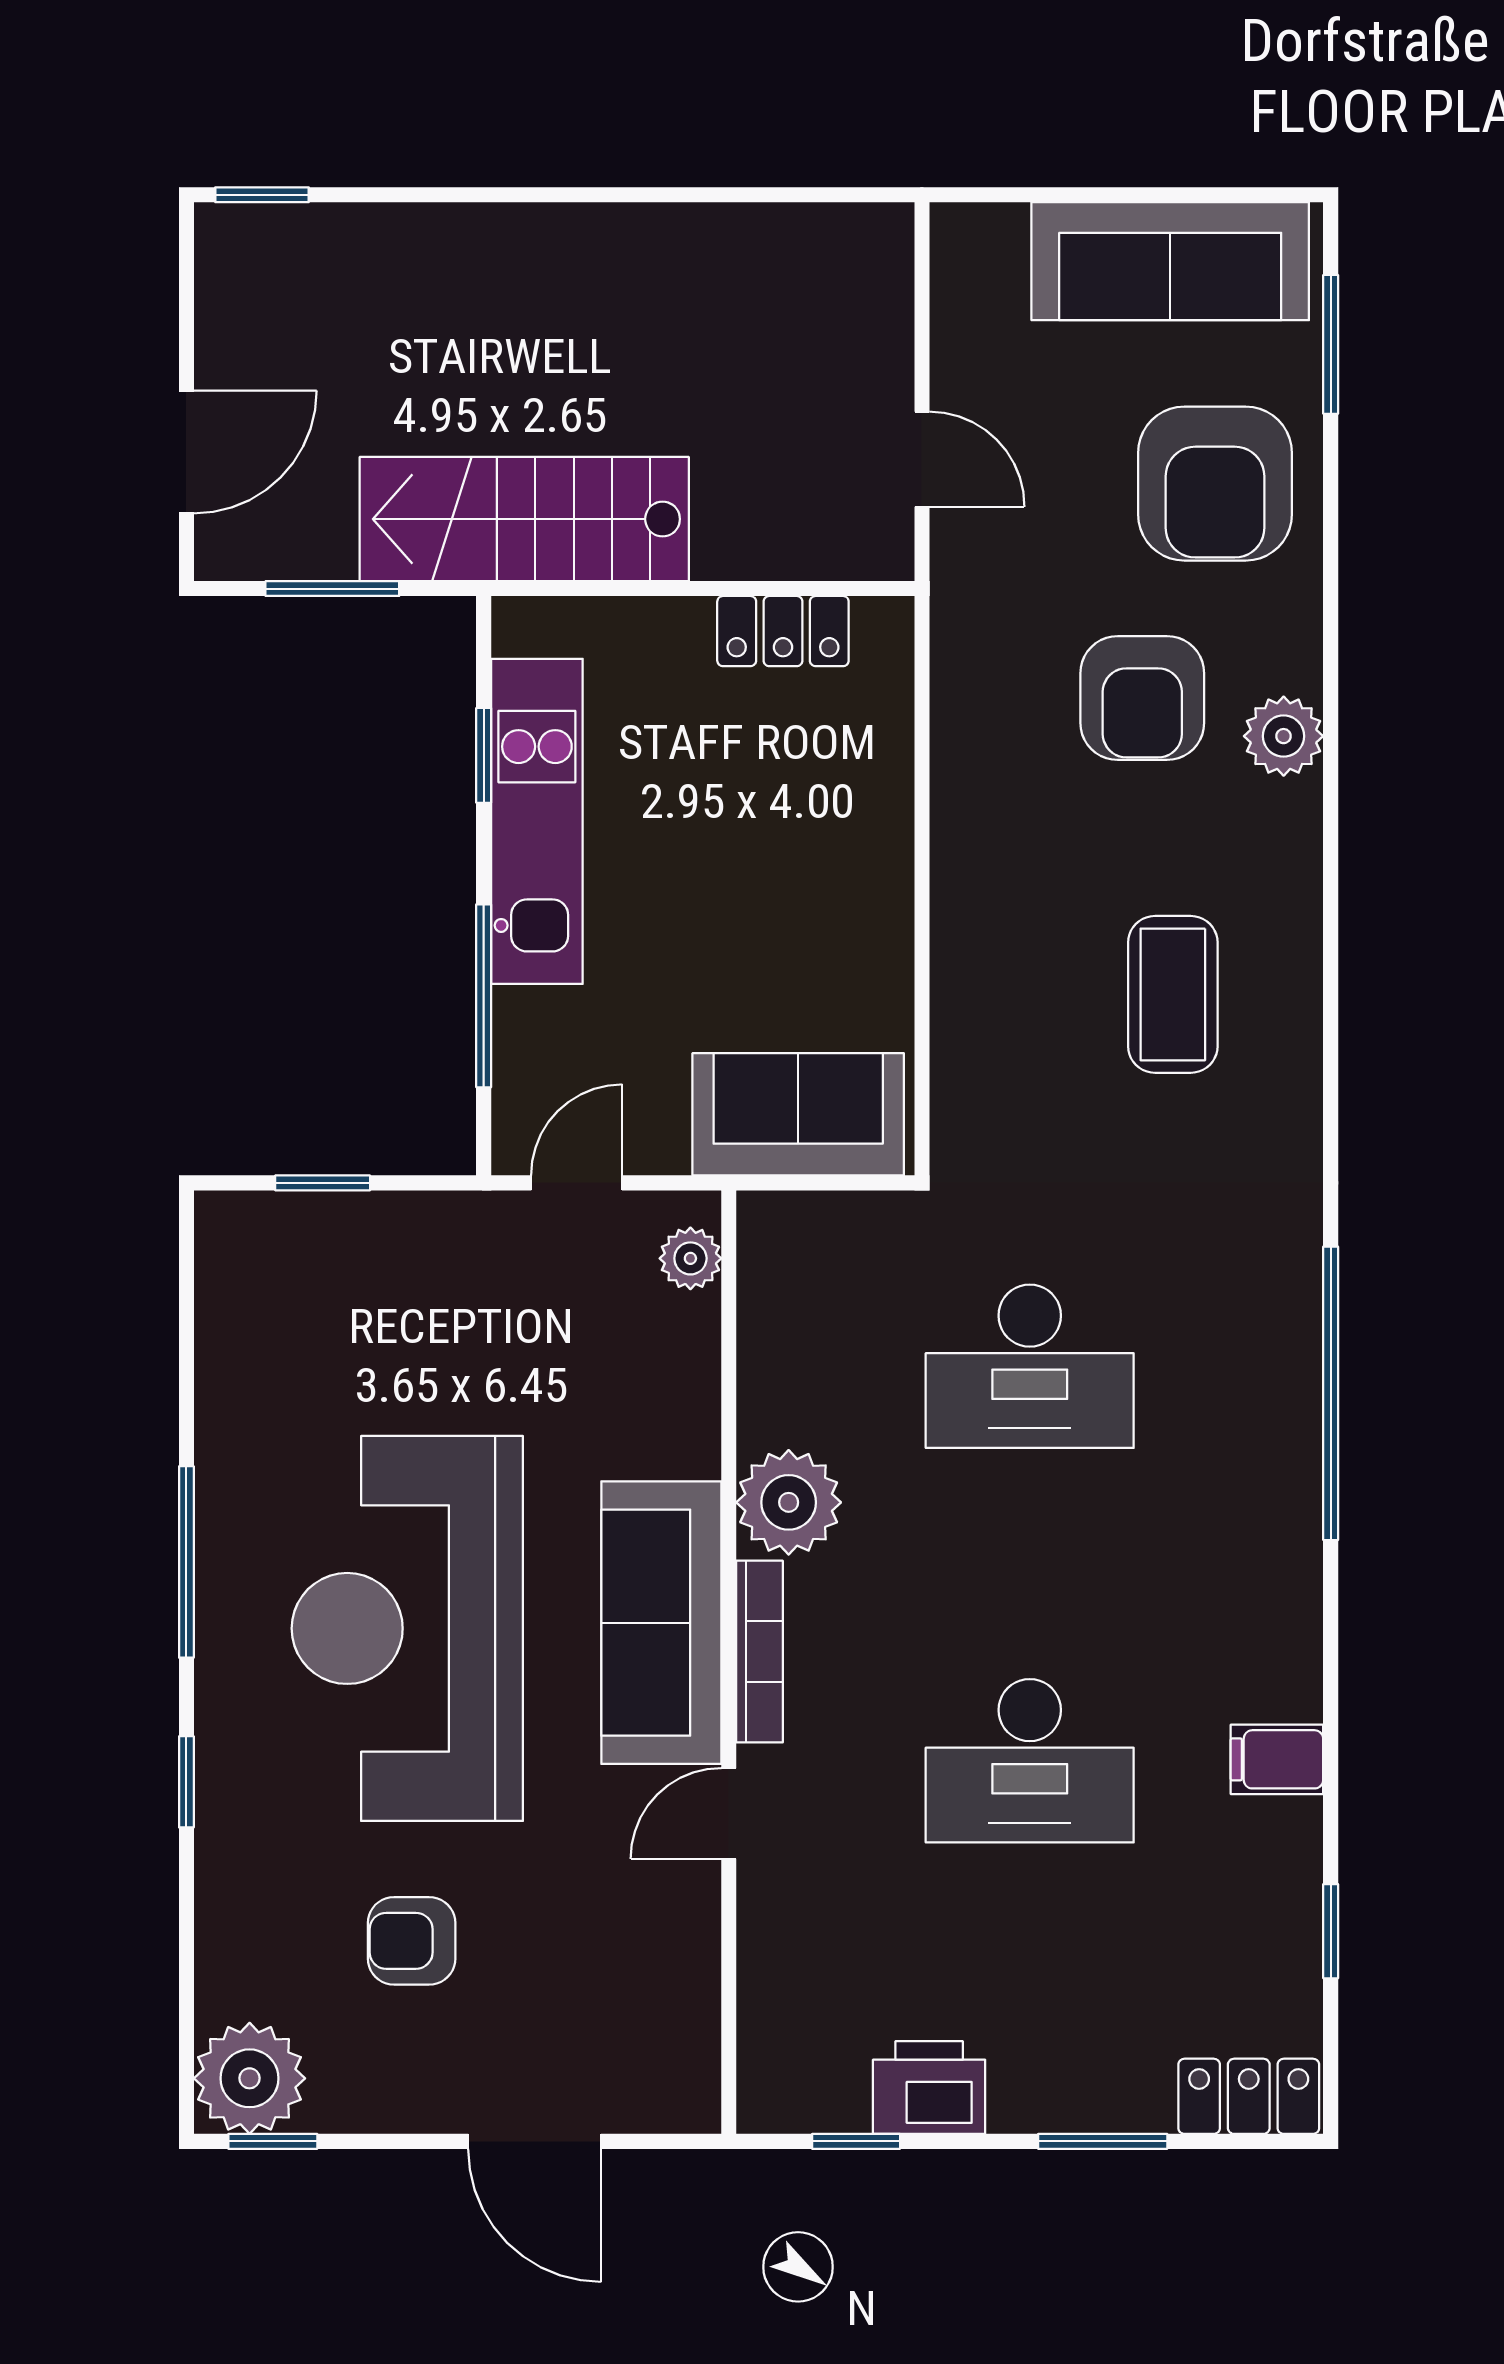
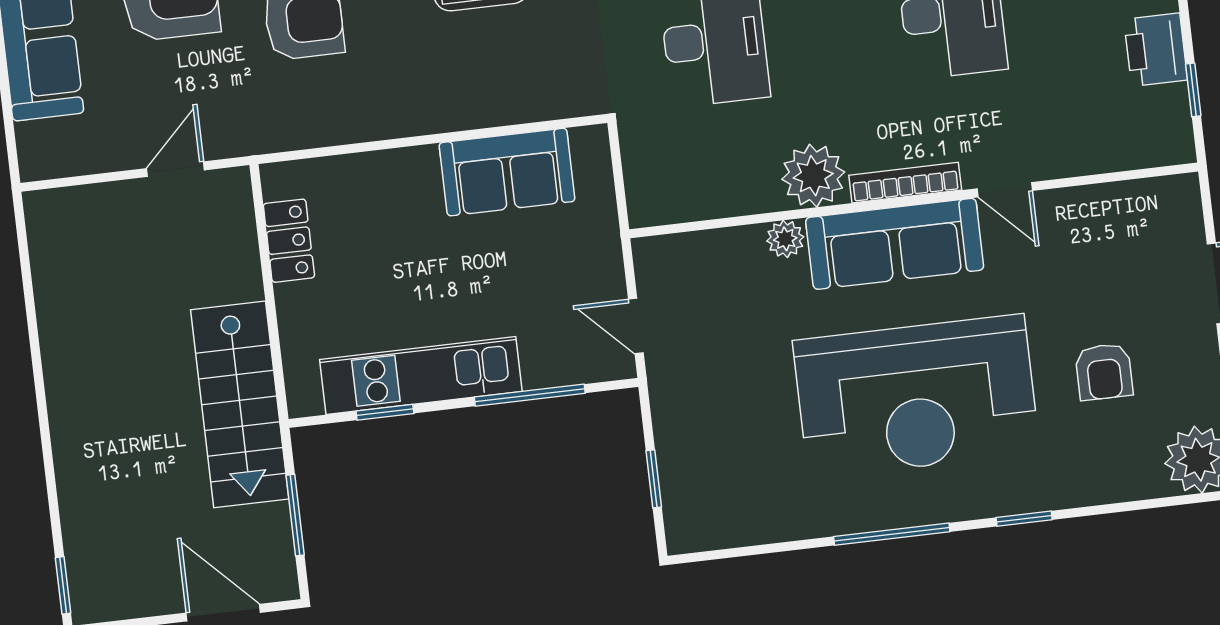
sofa: (798, 1114) -> (507, 172), moved, turned -90
plant: (690, 1258) -> (785, 239), moved

